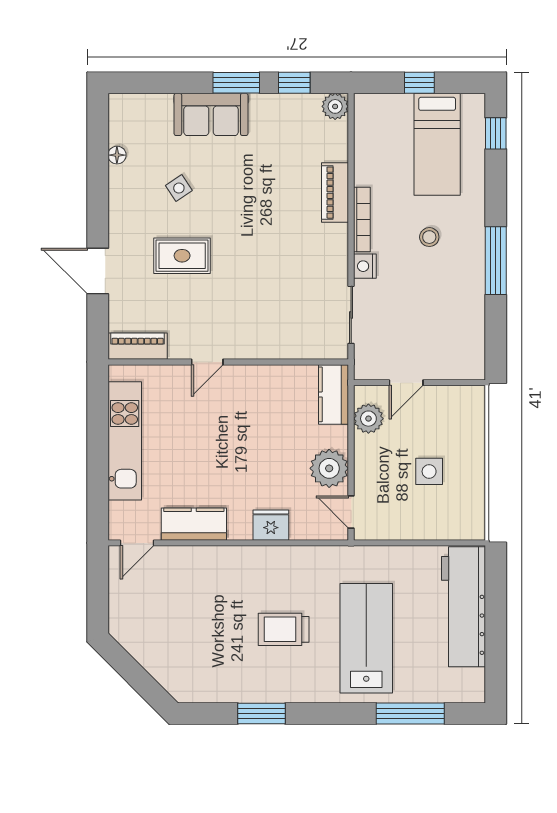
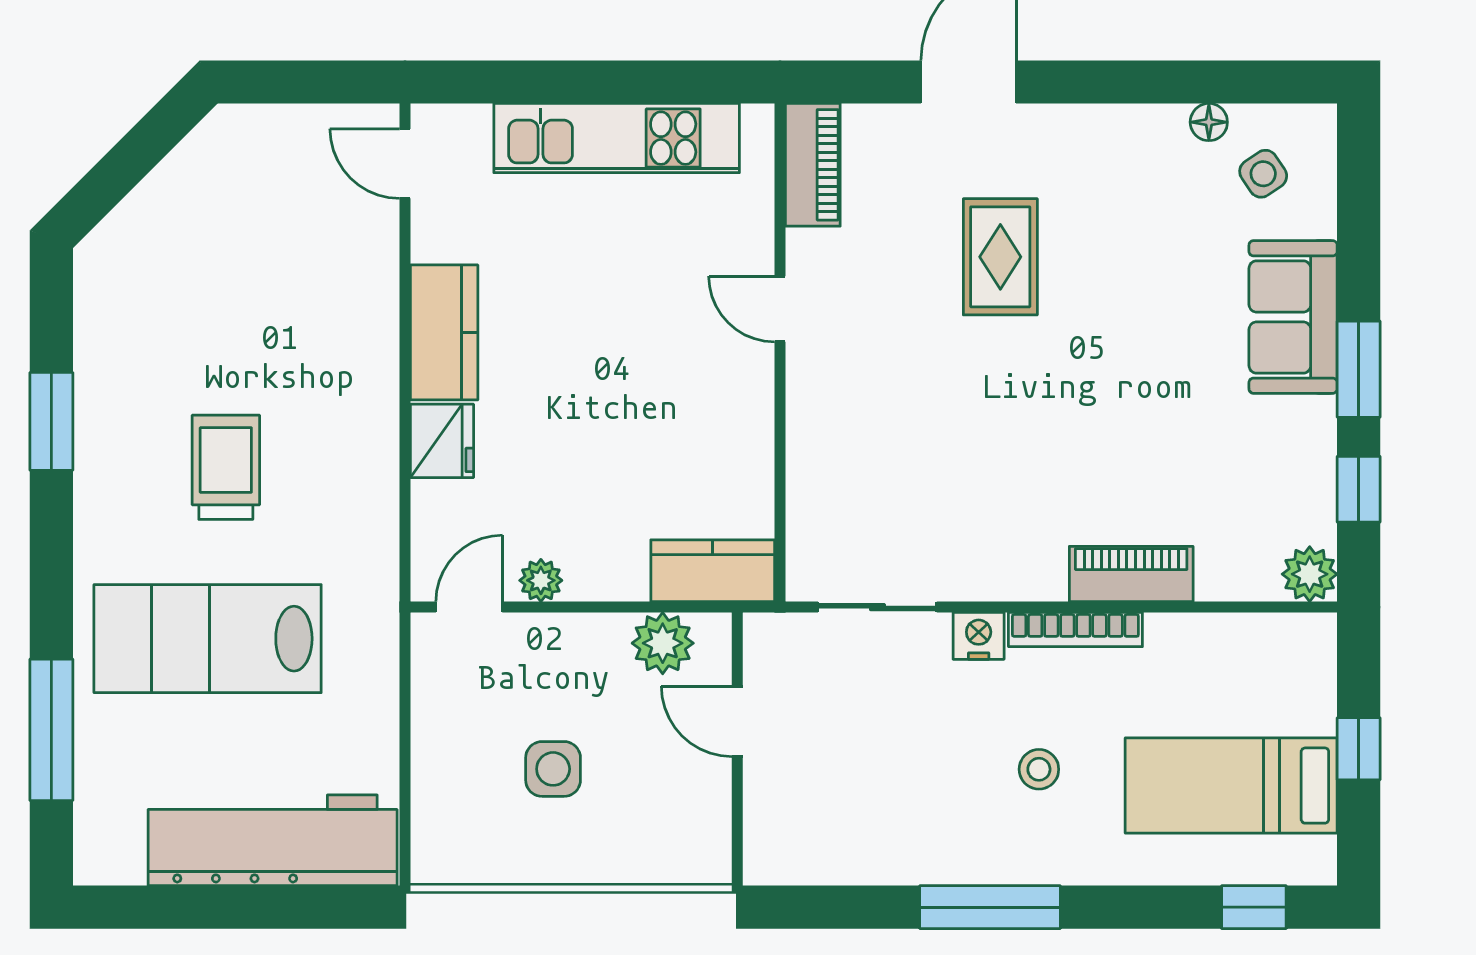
side table: (179, 188) -> (1263, 174), moved
plant: (329, 468) -> (541, 580), width x0.53, depth x0.53
kitchen counter: (194, 524) -> (444, 332), moved
lab bench: (366, 638) -> (208, 639), turned 180

